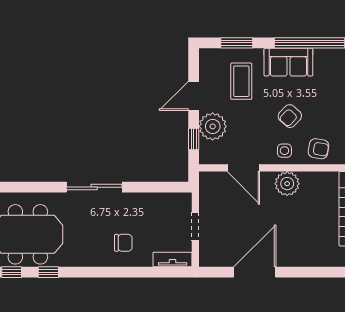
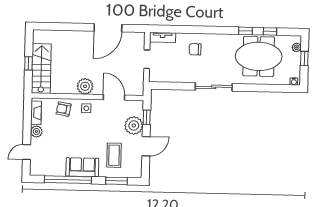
armchair: (290, 116) -> (82, 131), removed

